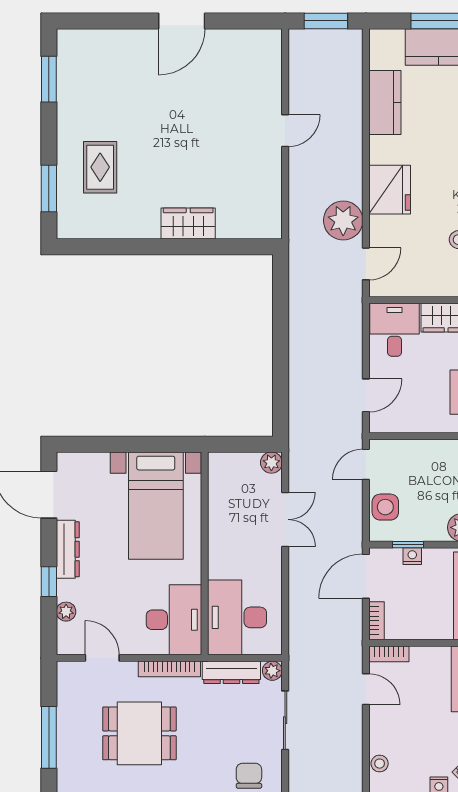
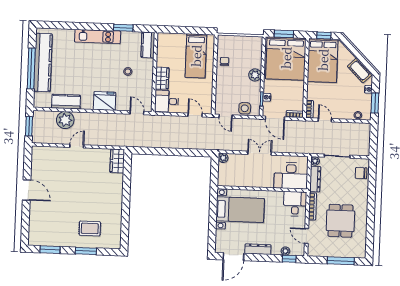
door: (285, 131) -> (77, 146), hinge flipped
window: (49, 188) -> (86, 251), moved
plant: (343, 220) -> (65, 120), moved
wardrobe: (188, 224) -> (117, 161), moved
double door: (285, 519) -> (260, 153), moved
window: (49, 582) -> (289, 259), moved
desk: (174, 620) -> (295, 204), width x0.73
door: (102, 658) -> (307, 236), hinge flipped
door: (366, 689) -> (325, 120), hinge flipped

